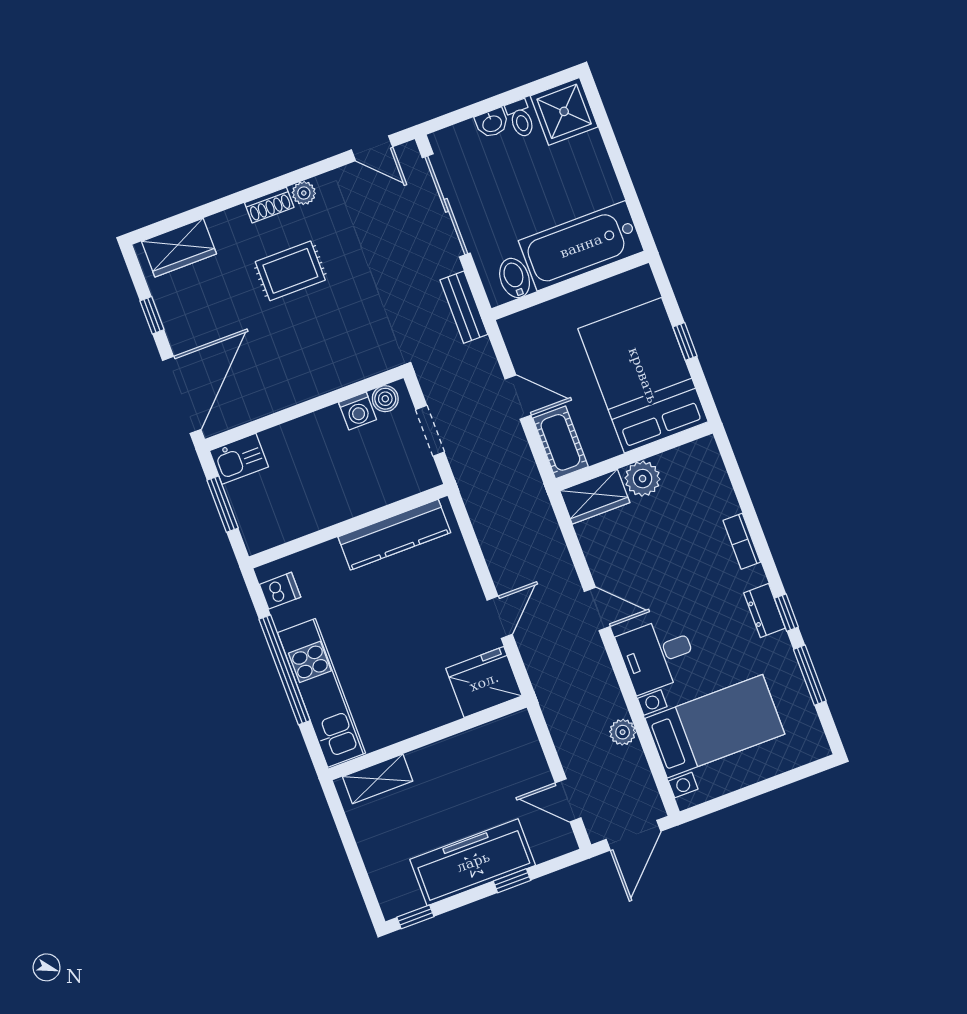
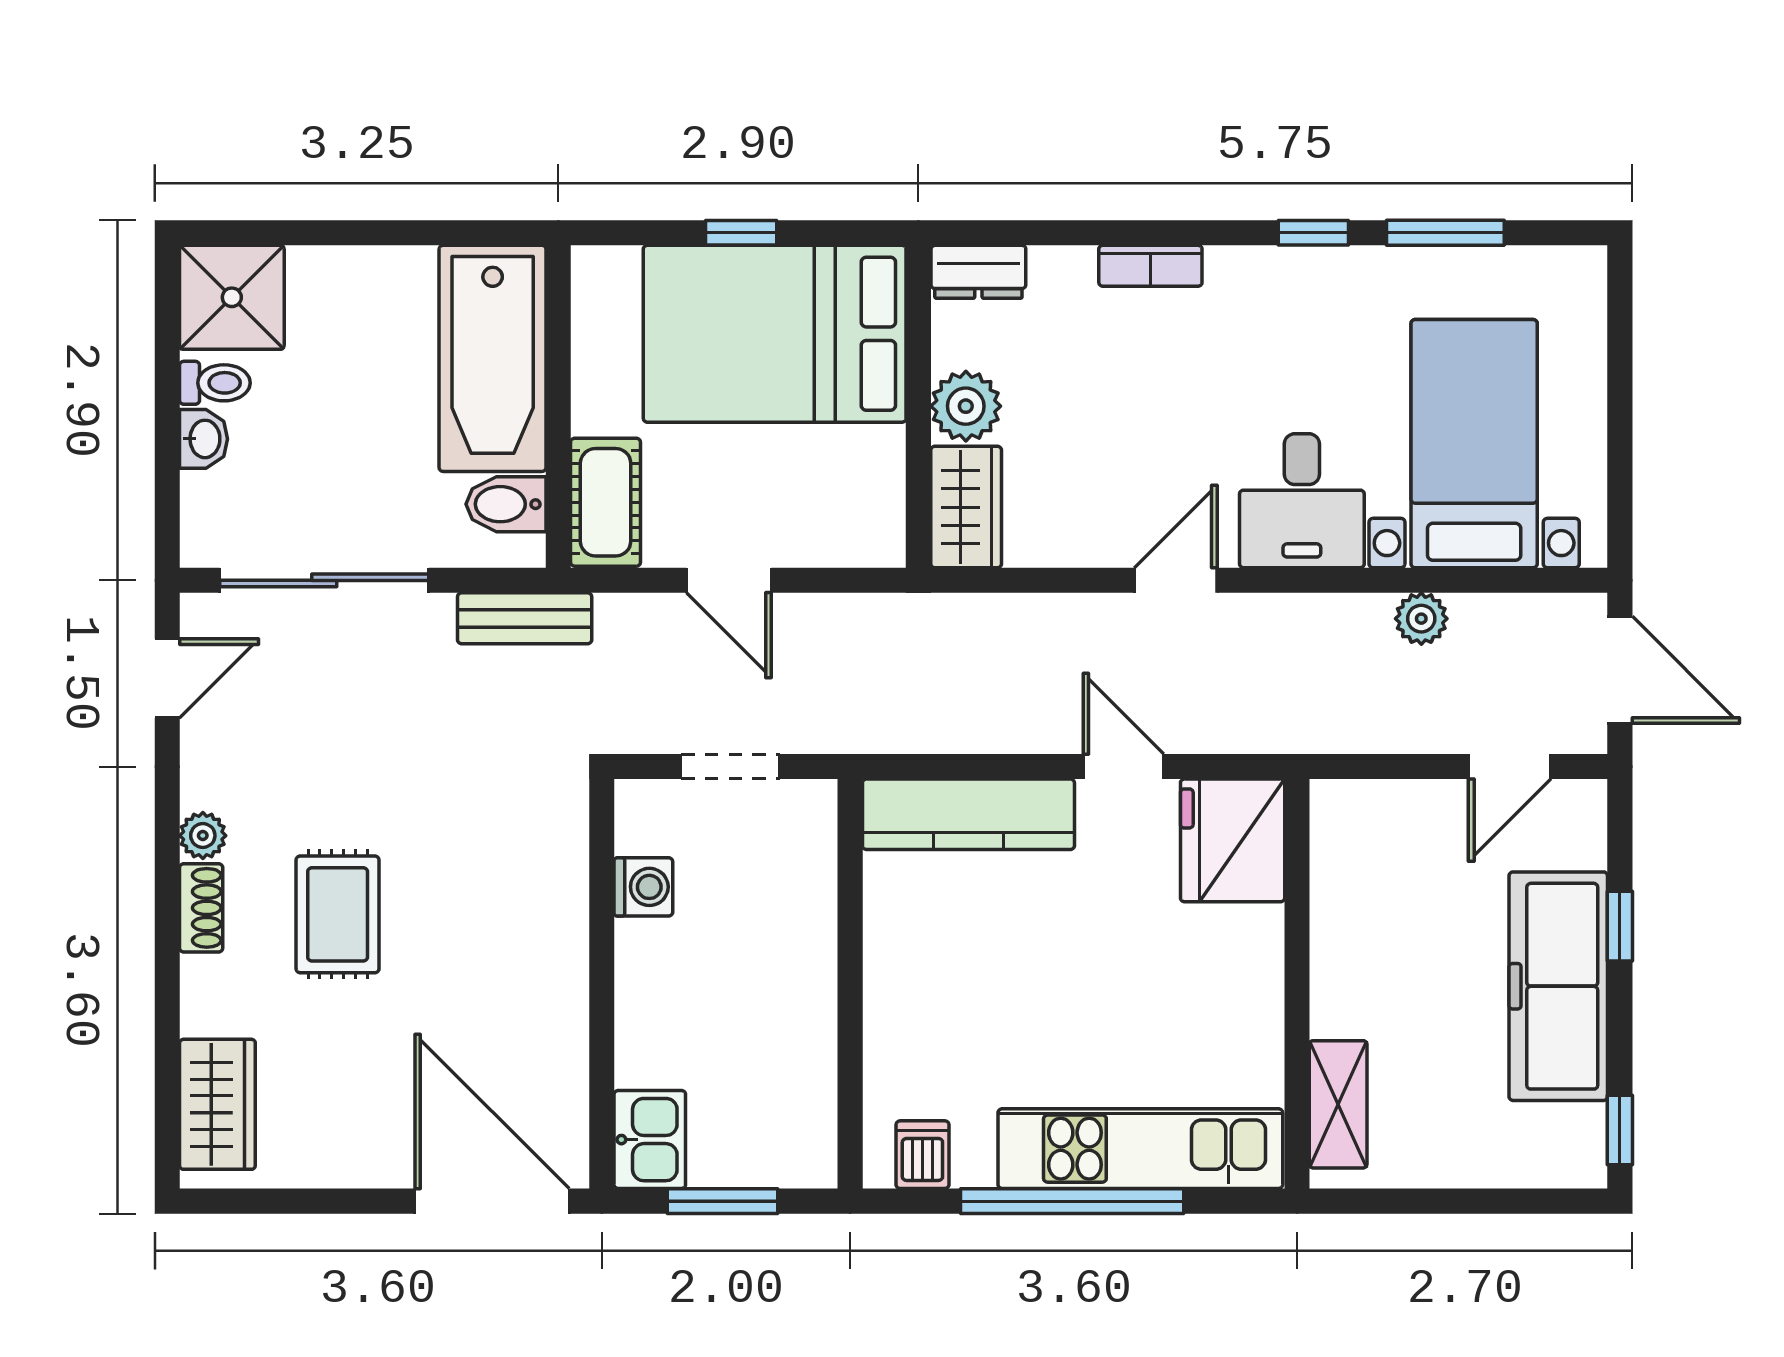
window: (152, 315) -> (324, 1201), removed
door: (518, 397) -> (729, 580), swing flipped
boiler: (385, 399) -> (640, 827), removed
cot: (560, 442) -> (606, 502), moved, turned 90
kitchen counter: (394, 535) -> (968, 814), moved, turned 90
dresser: (764, 611) -> (978, 272), moved

